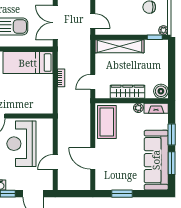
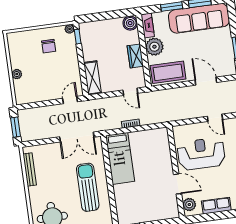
shelving: (119, 46) -> (92, 78), width x0.68
wardrobe: (128, 92) -> (135, 56), width x0.67
plant: (138, 108) -> (154, 47), width x1.88, depth x1.88
reception desk: (21, 144) -> (201, 154), turned 180
door: (93, 158) -> (206, 81), swing flipped

